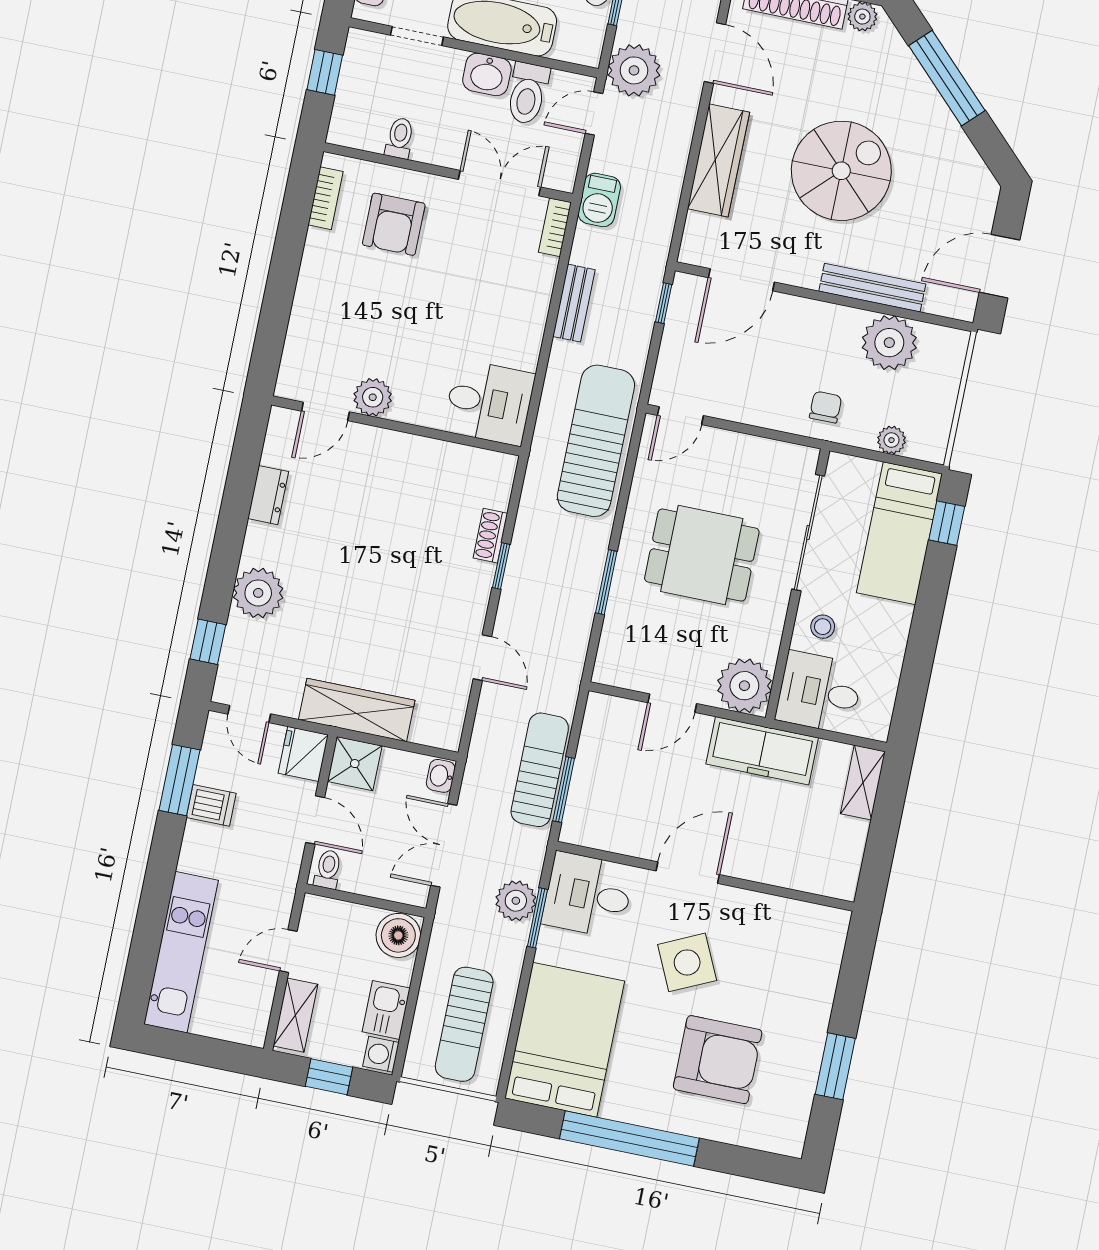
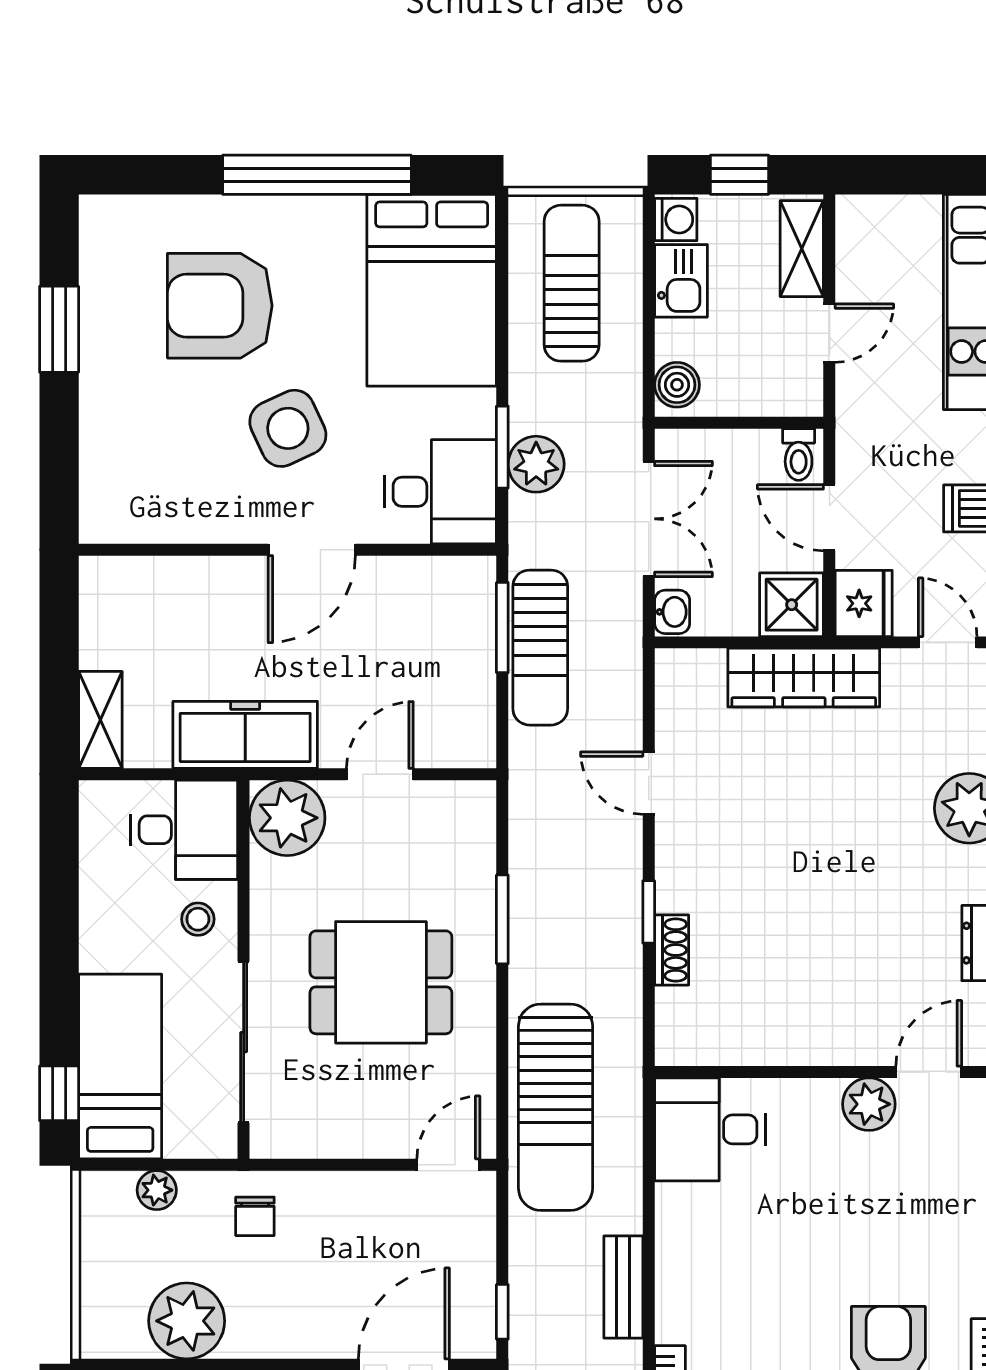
boiler: (398, 935) -> (677, 385), width x0.73, depth x0.73

